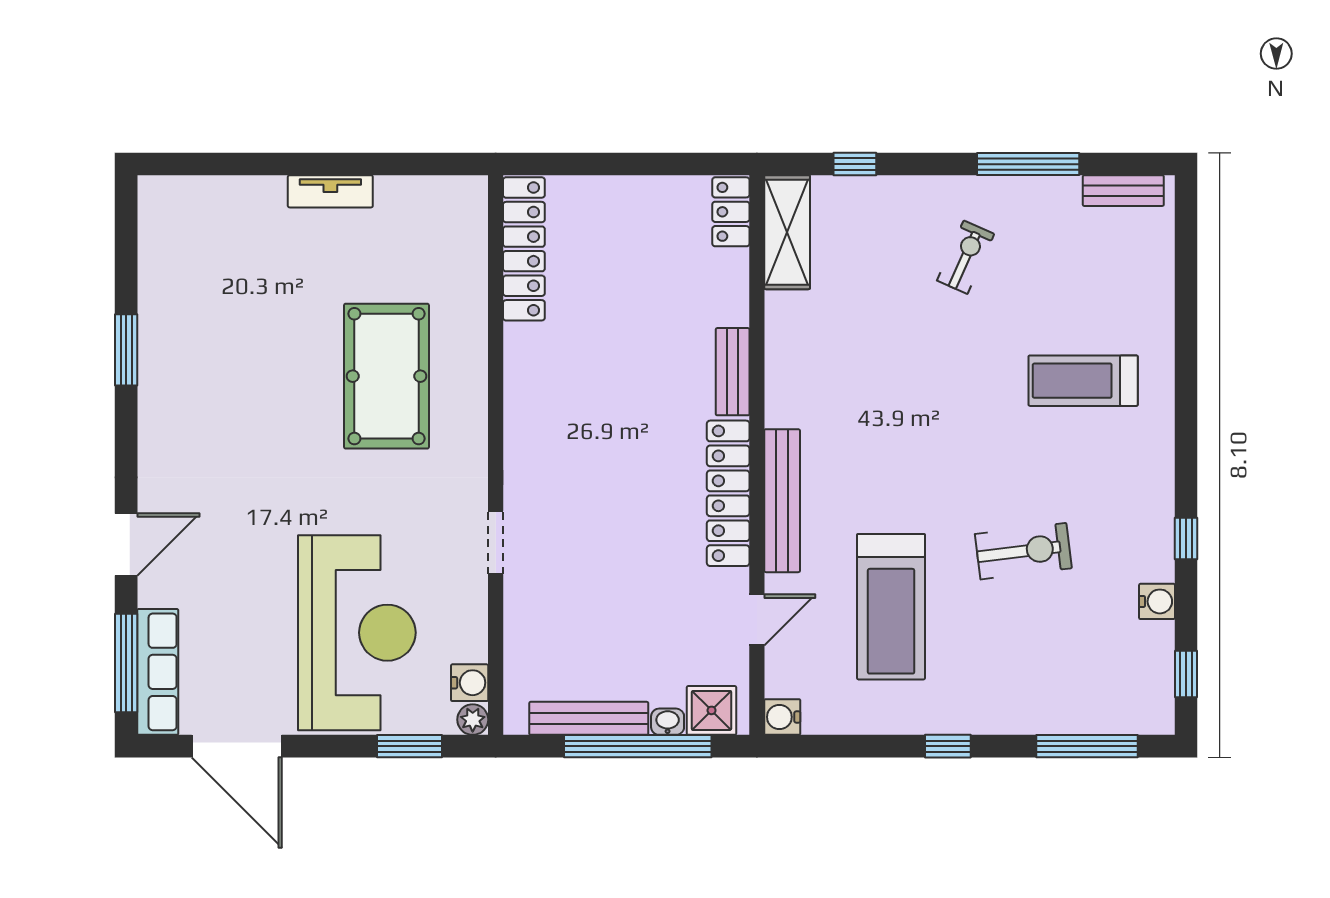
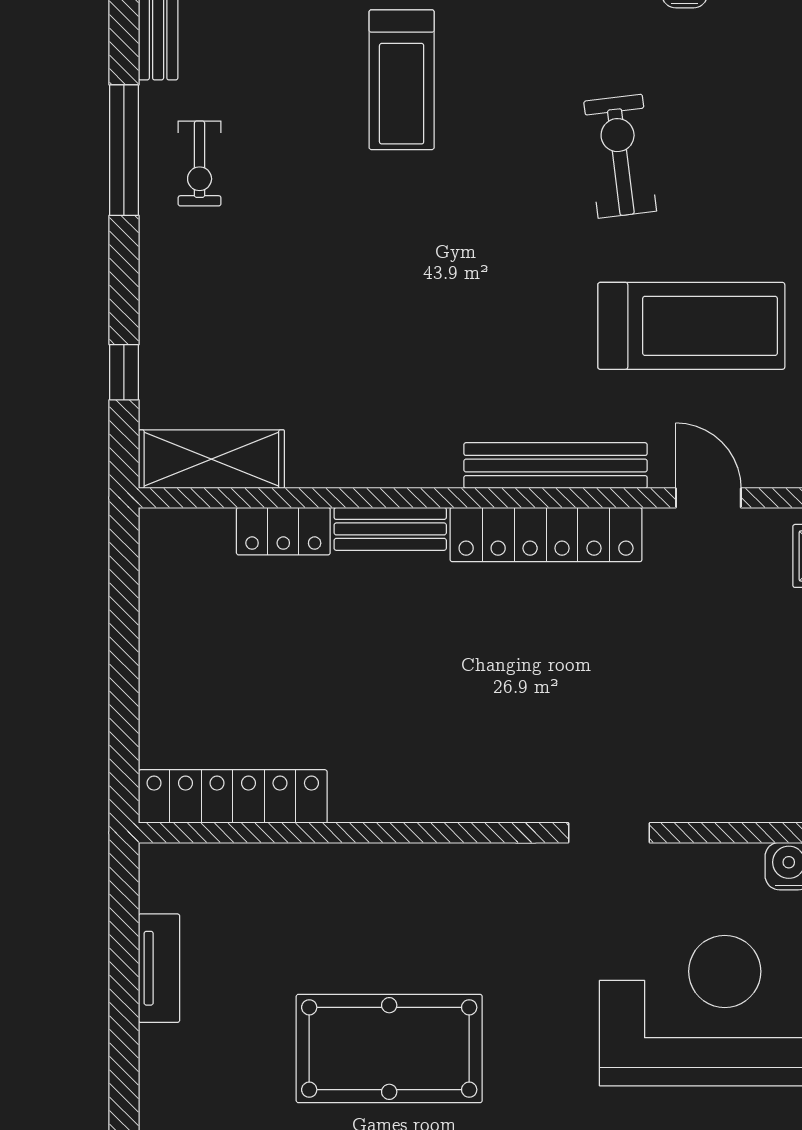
tv unit: (330, 191) -> (159, 968), moved
locker: (731, 212) -> (283, 531), moved
exercise bike: (966, 257) -> (200, 163), moved, turned -114
pool table: (387, 376) -> (389, 1048), moved

